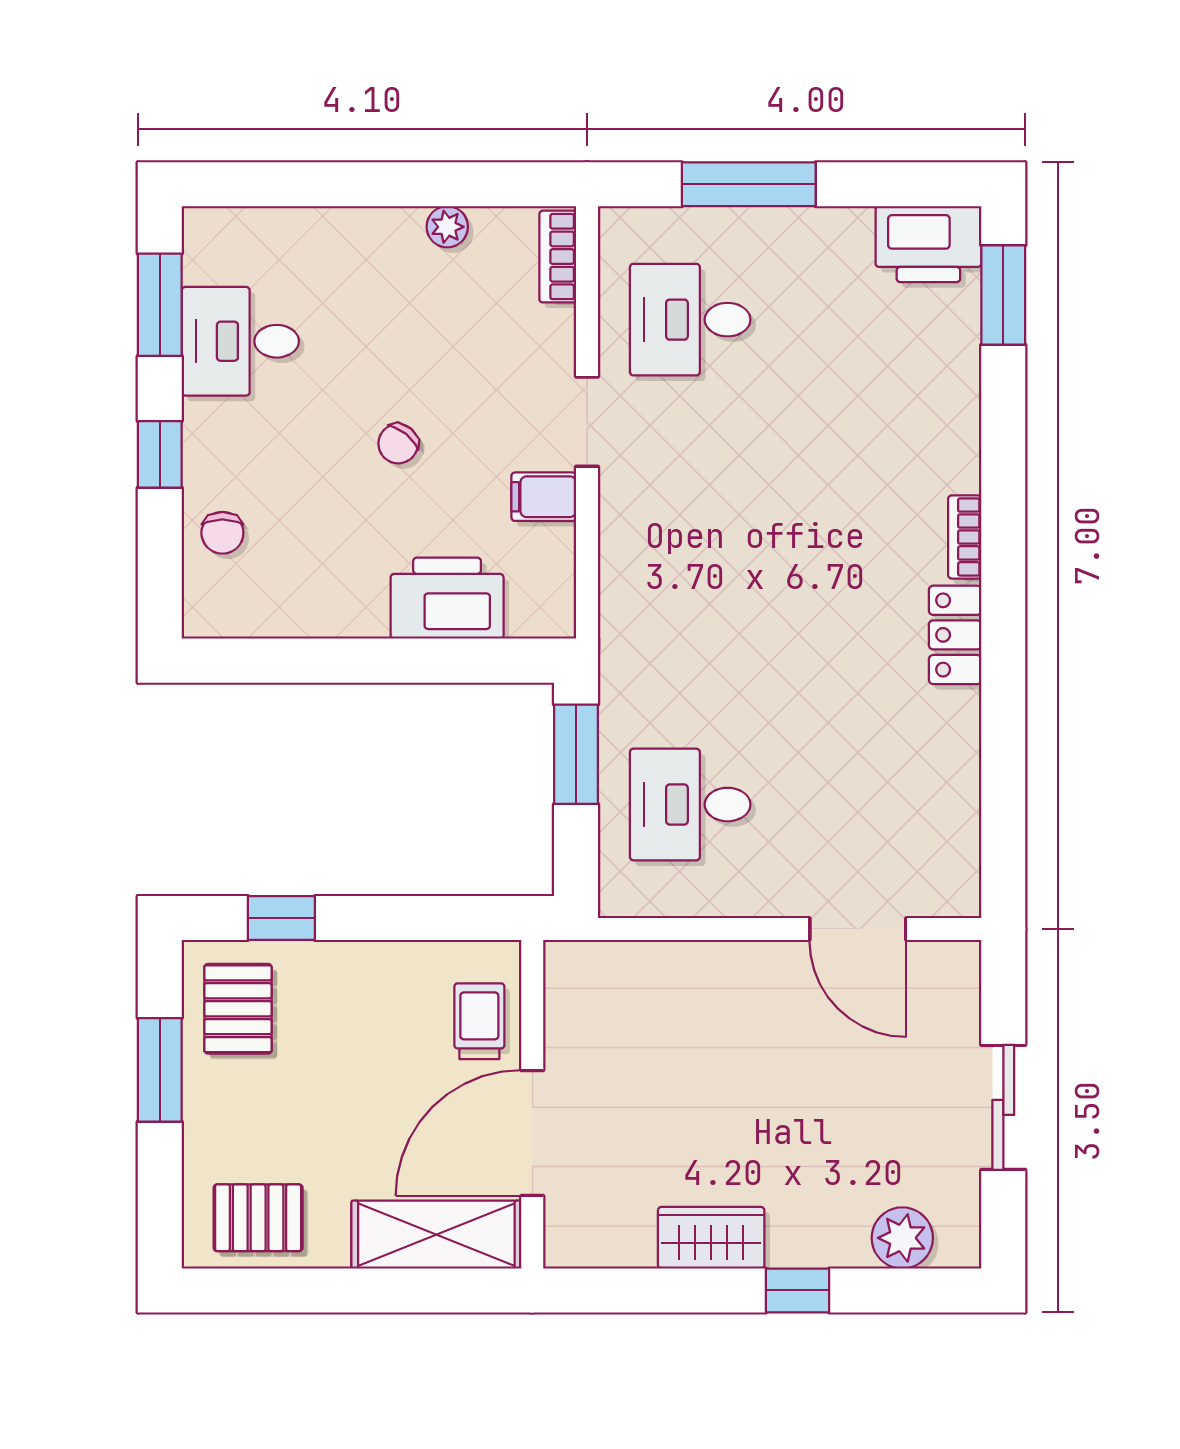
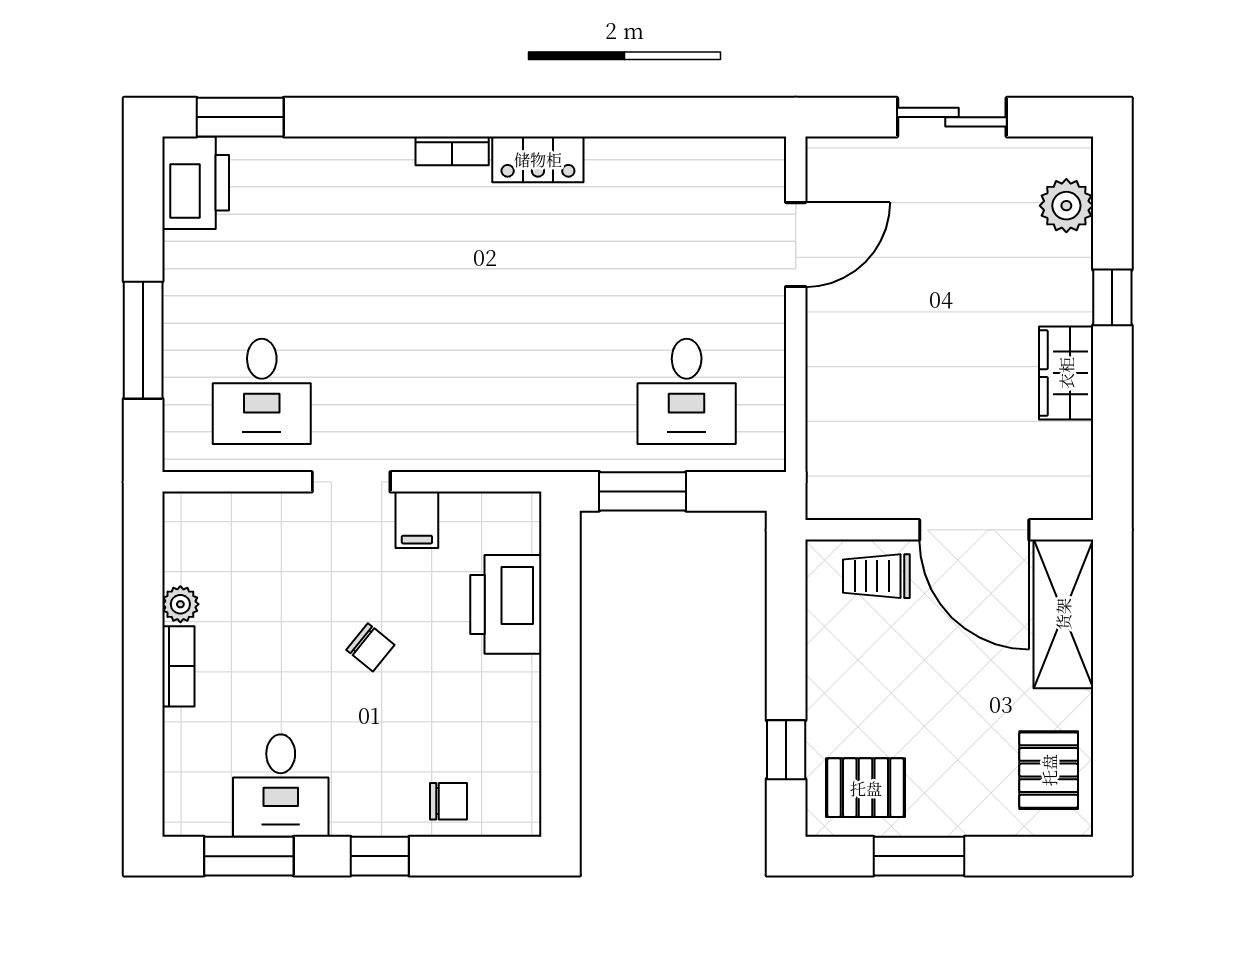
bookcase: (558, 257) -> (178, 666), moved, turned -90

